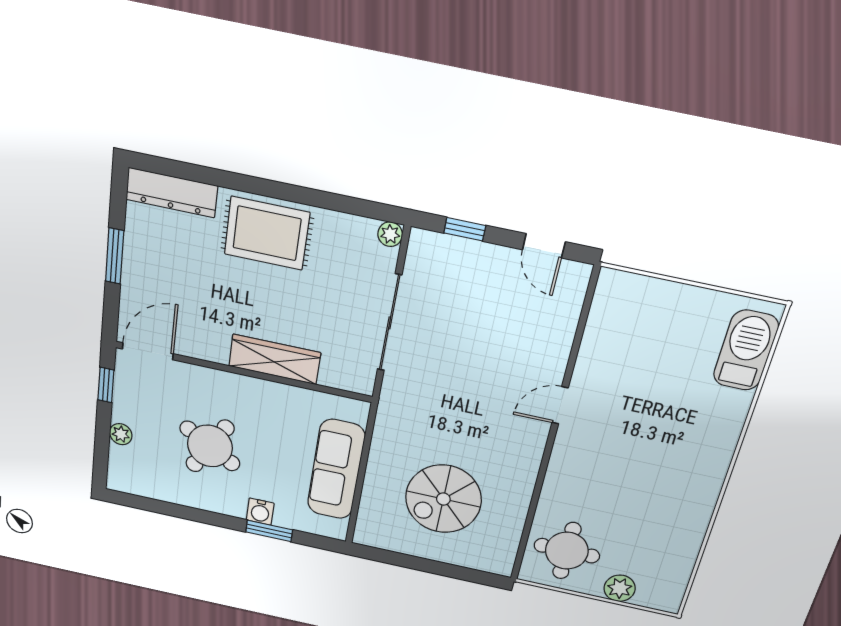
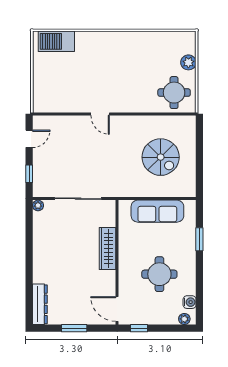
rug: (267, 233) -> (49, 260), removed
plant: (121, 434) -> (184, 319), moved
round table: (210, 446) -> (159, 274), turned -30
water cooler: (260, 512) -> (190, 302), moved

